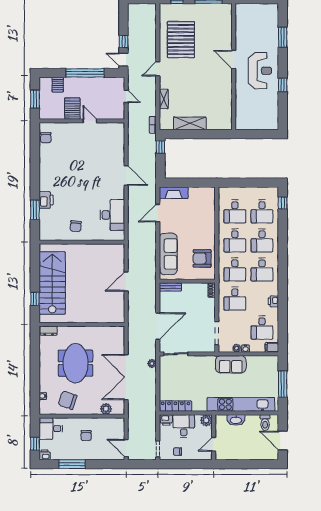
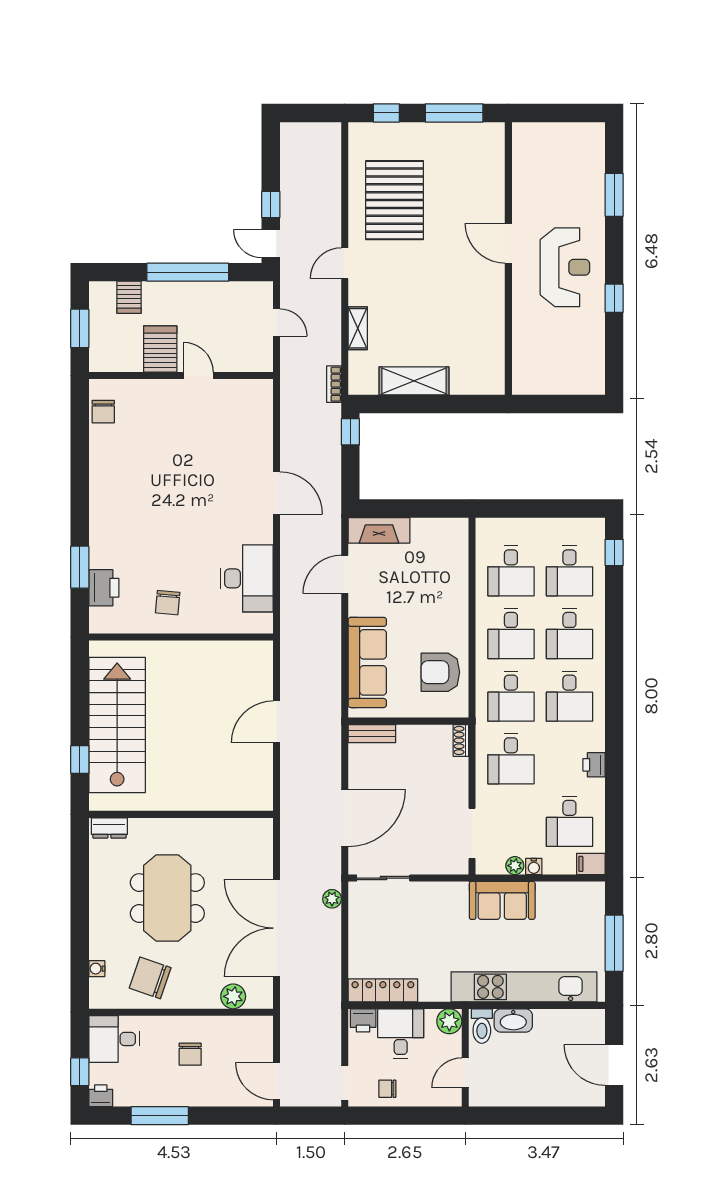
printer: (46, 200) -> (104, 588), moved
toilet: (265, 423) -> (482, 1026), moved

